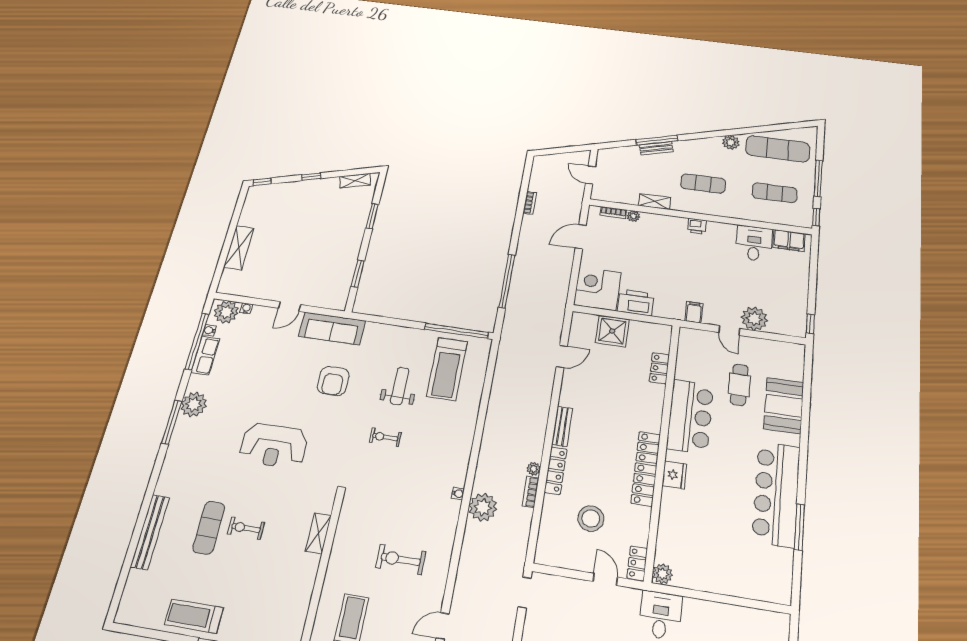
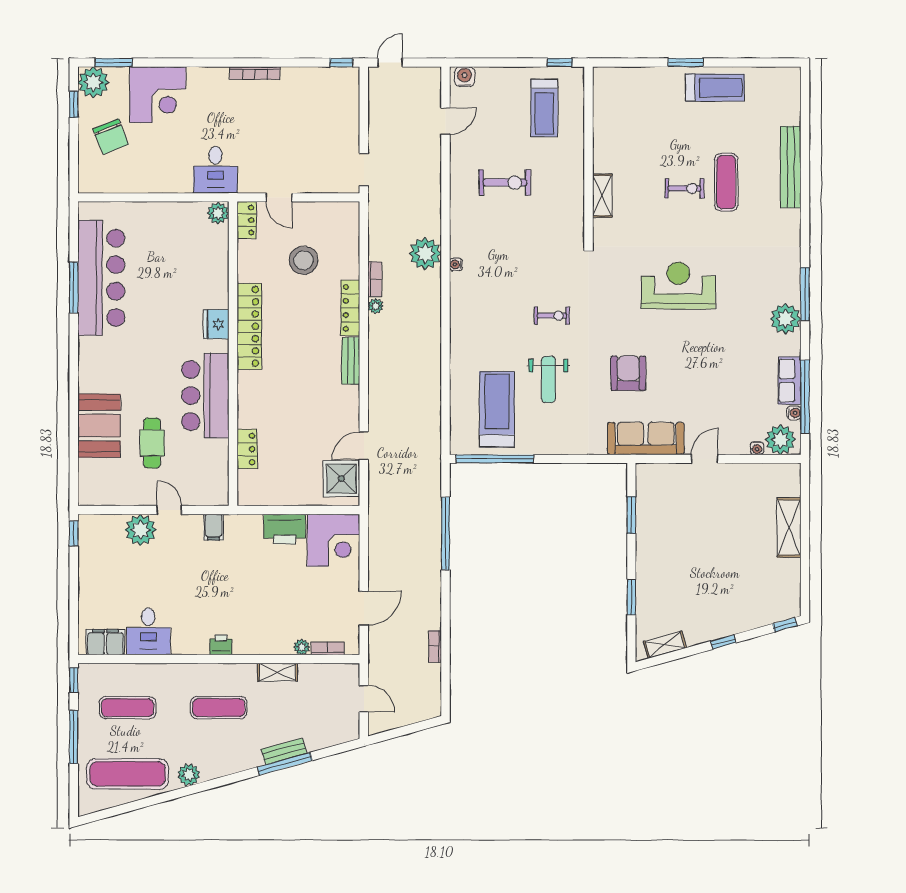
shower: (612, 331) -> (341, 479), moved
bar counter: (776, 494) -> (101, 278), moved

